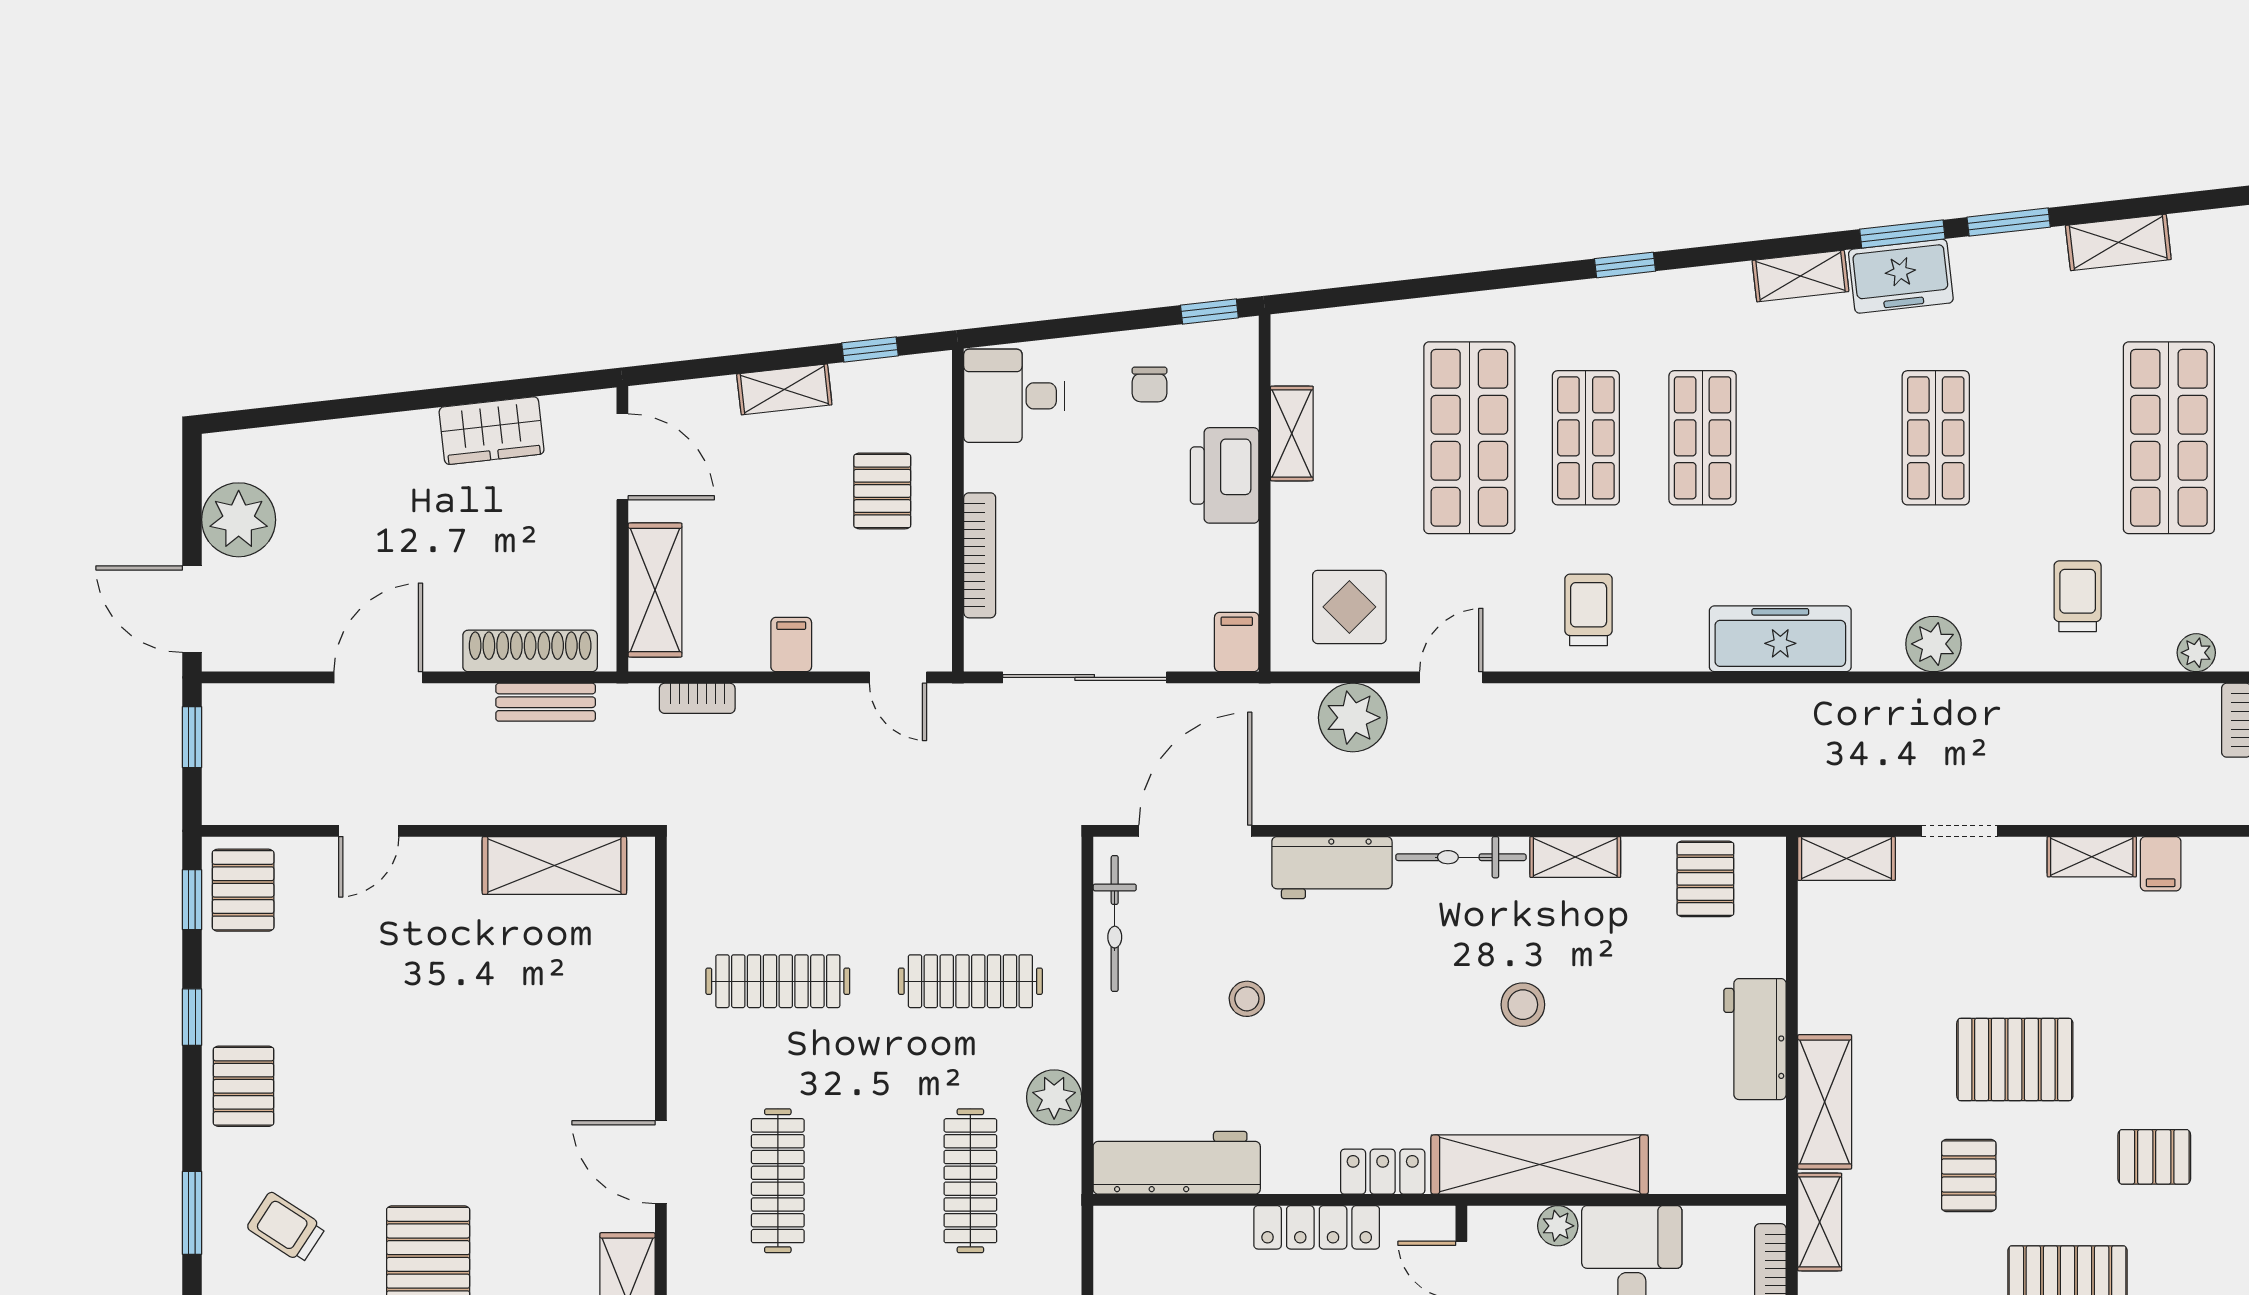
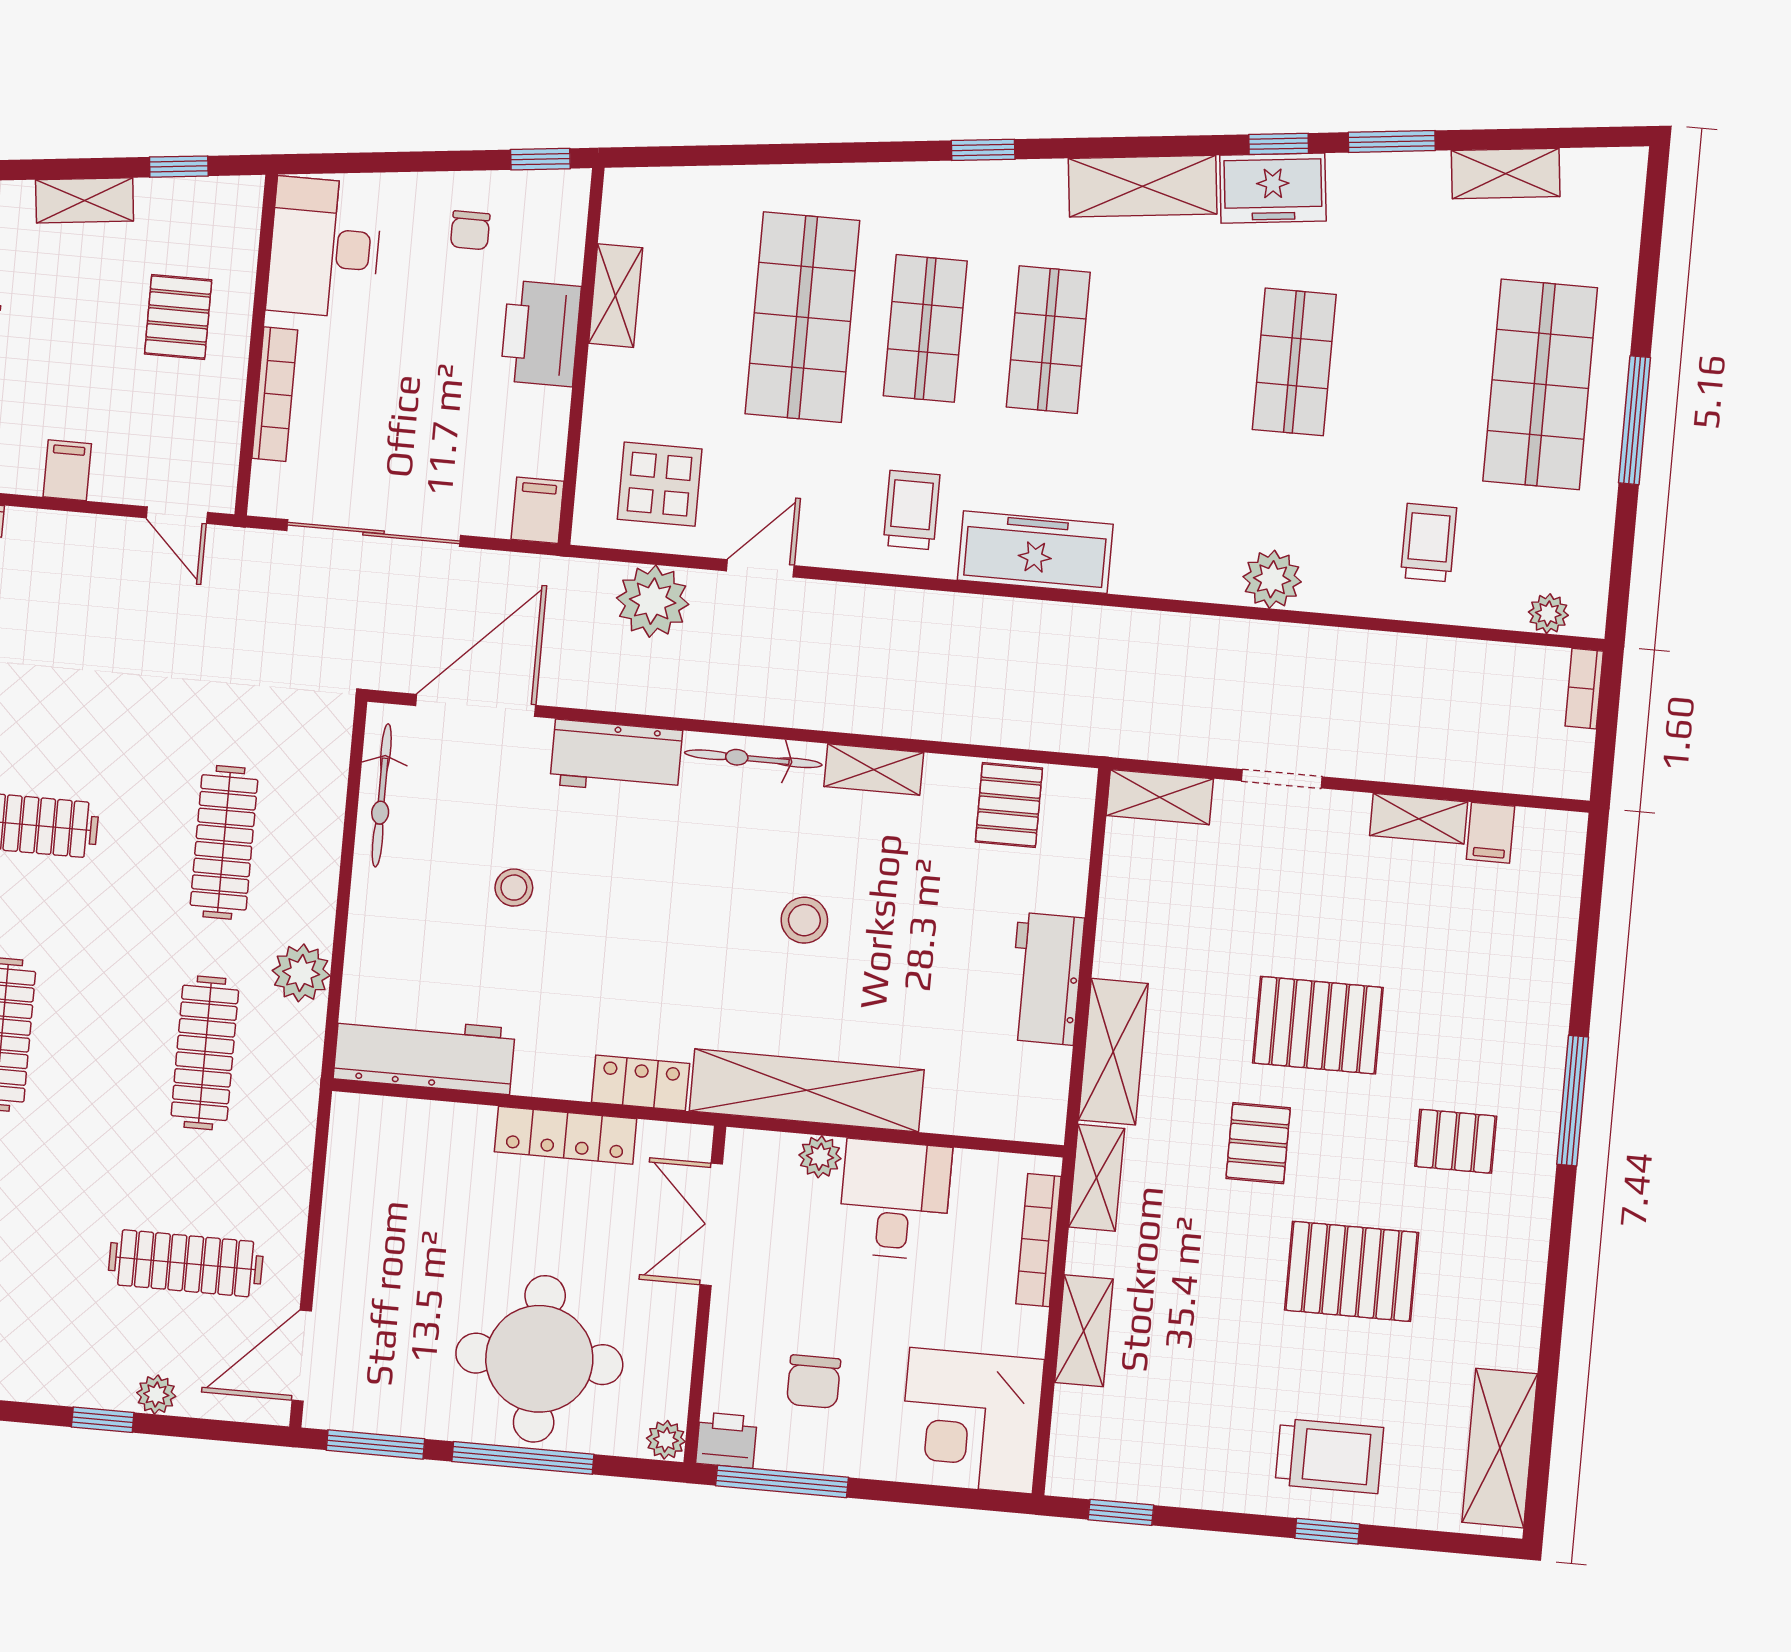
window: (1902, 234) -> (1279, 144), width x0.67
shelving: (1800, 276) -> (1143, 186), width x1.50, depth x1.33
desk: (1014, 396) -> (325, 248), width x1.37
freezer: (1780, 639) -> (1035, 552), moved
clothes rail: (970, 981) -> (224, 842), turned 90

